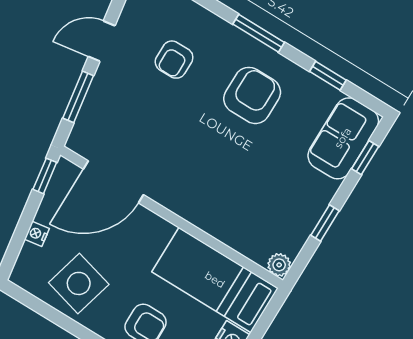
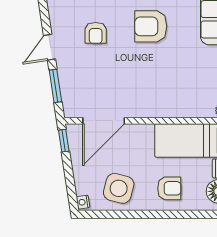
armchair: (252, 95) -> (151, 26), turned -90
nightstand: (37, 234) -> (83, 202), moved

